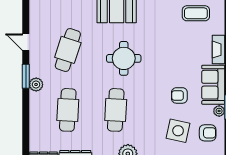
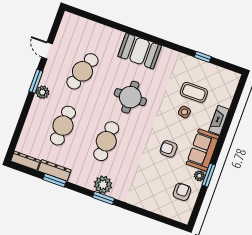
coffee table: (196, 13) -> (194, 92), moved
side table: (178, 131) -> (184, 112), moved, width x0.54, depth x0.54
armchair: (208, 133) -> (182, 192), turned -90

